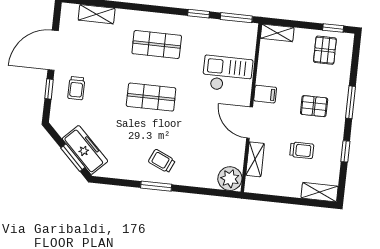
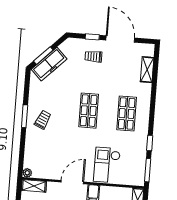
checkout: (227, 74) -> (107, 165), turned 180
shelving: (255, 159) -> (34, 186), moved
plant: (230, 179) -> (27, 173), width x0.53, depth x0.53

